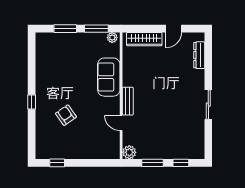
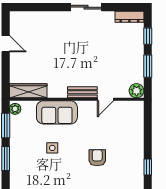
wardrobe: (144, 39) -> (28, 91), moved, turned -90
dresser: (199, 55) -> (129, 17), moved
side table: (75, 73) -> (52, 148), added
armchair: (66, 115) -> (97, 158), turned 125

